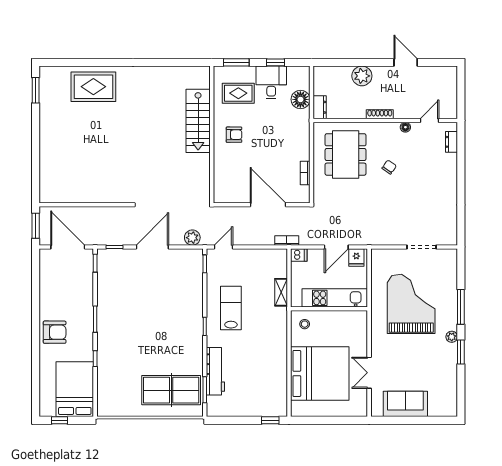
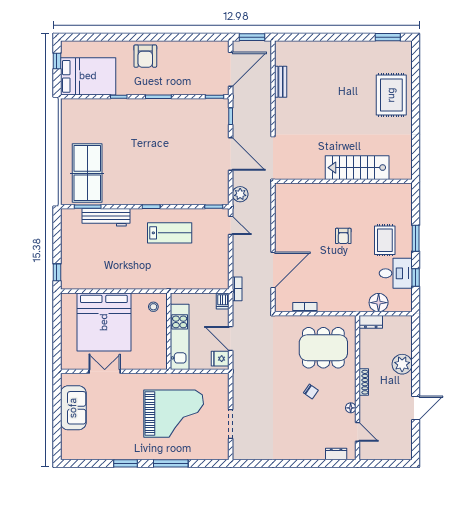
stairs: (198, 121) -> (357, 168), moved
wall: (212, 135) -> (343, 181), moved
bench: (80, 197) -> (281, 82), added
shelving: (281, 292) -> (185, 283), removed
plant: (452, 337) -> (141, 454), removed

